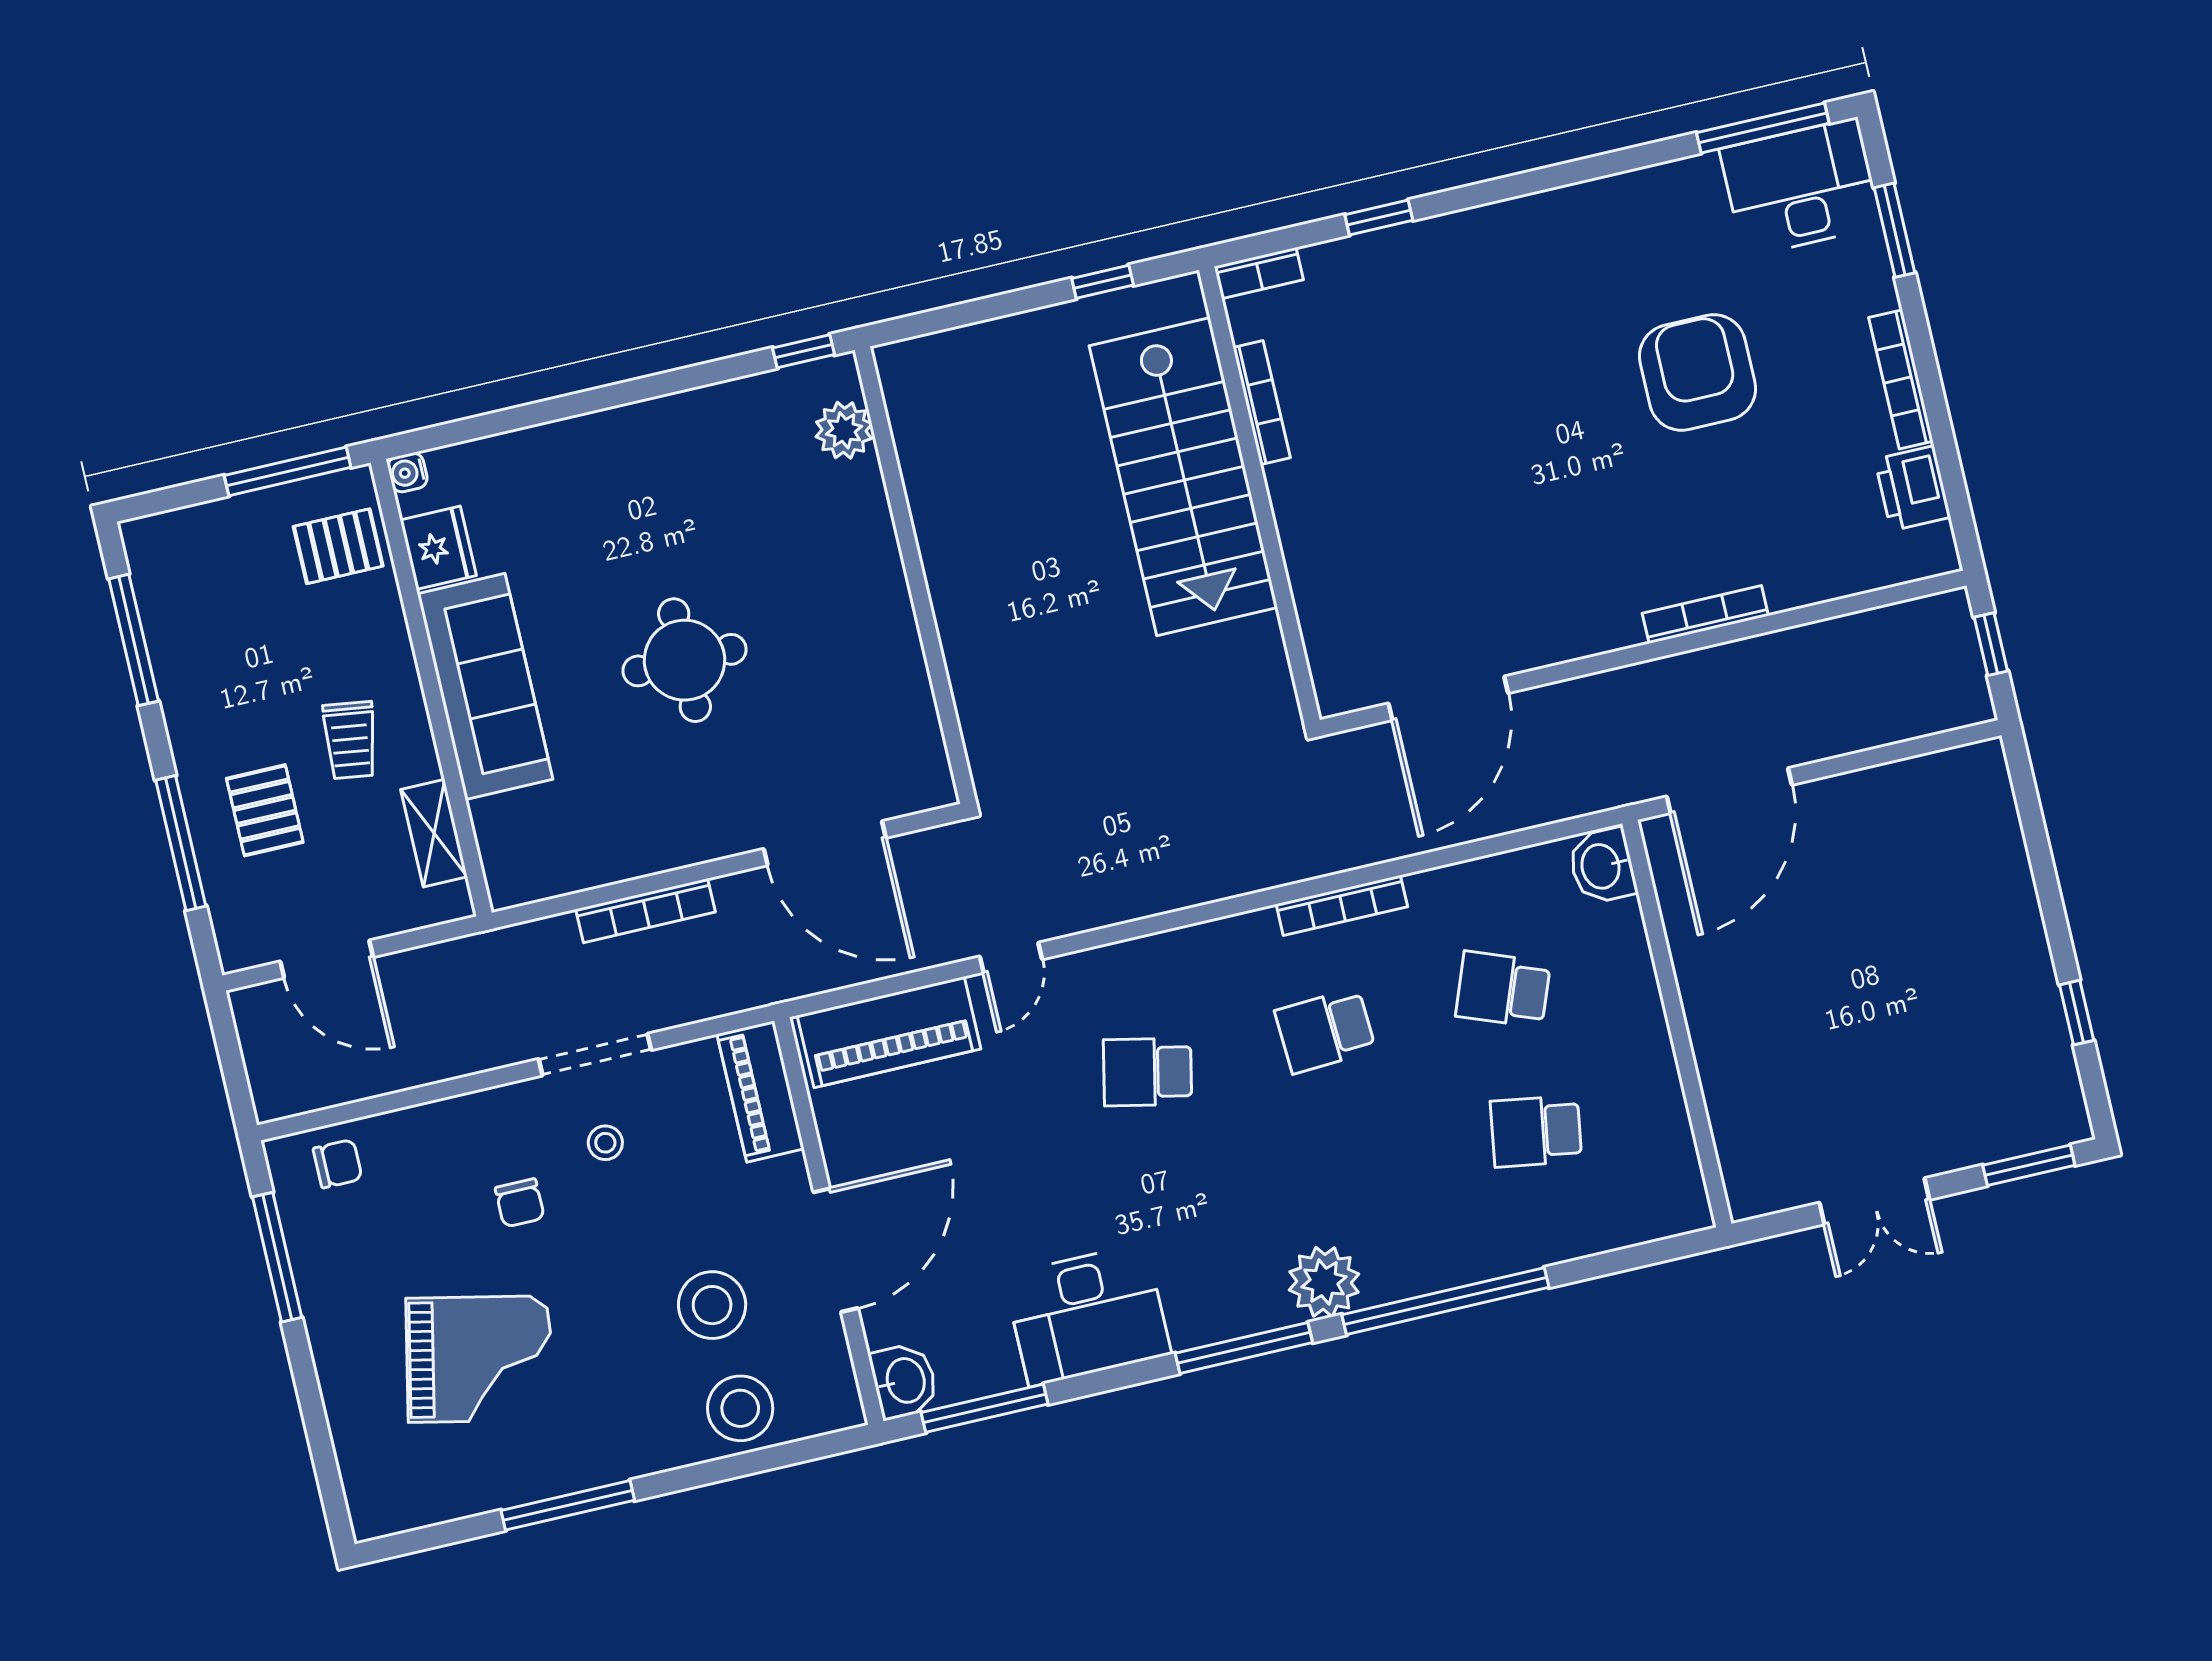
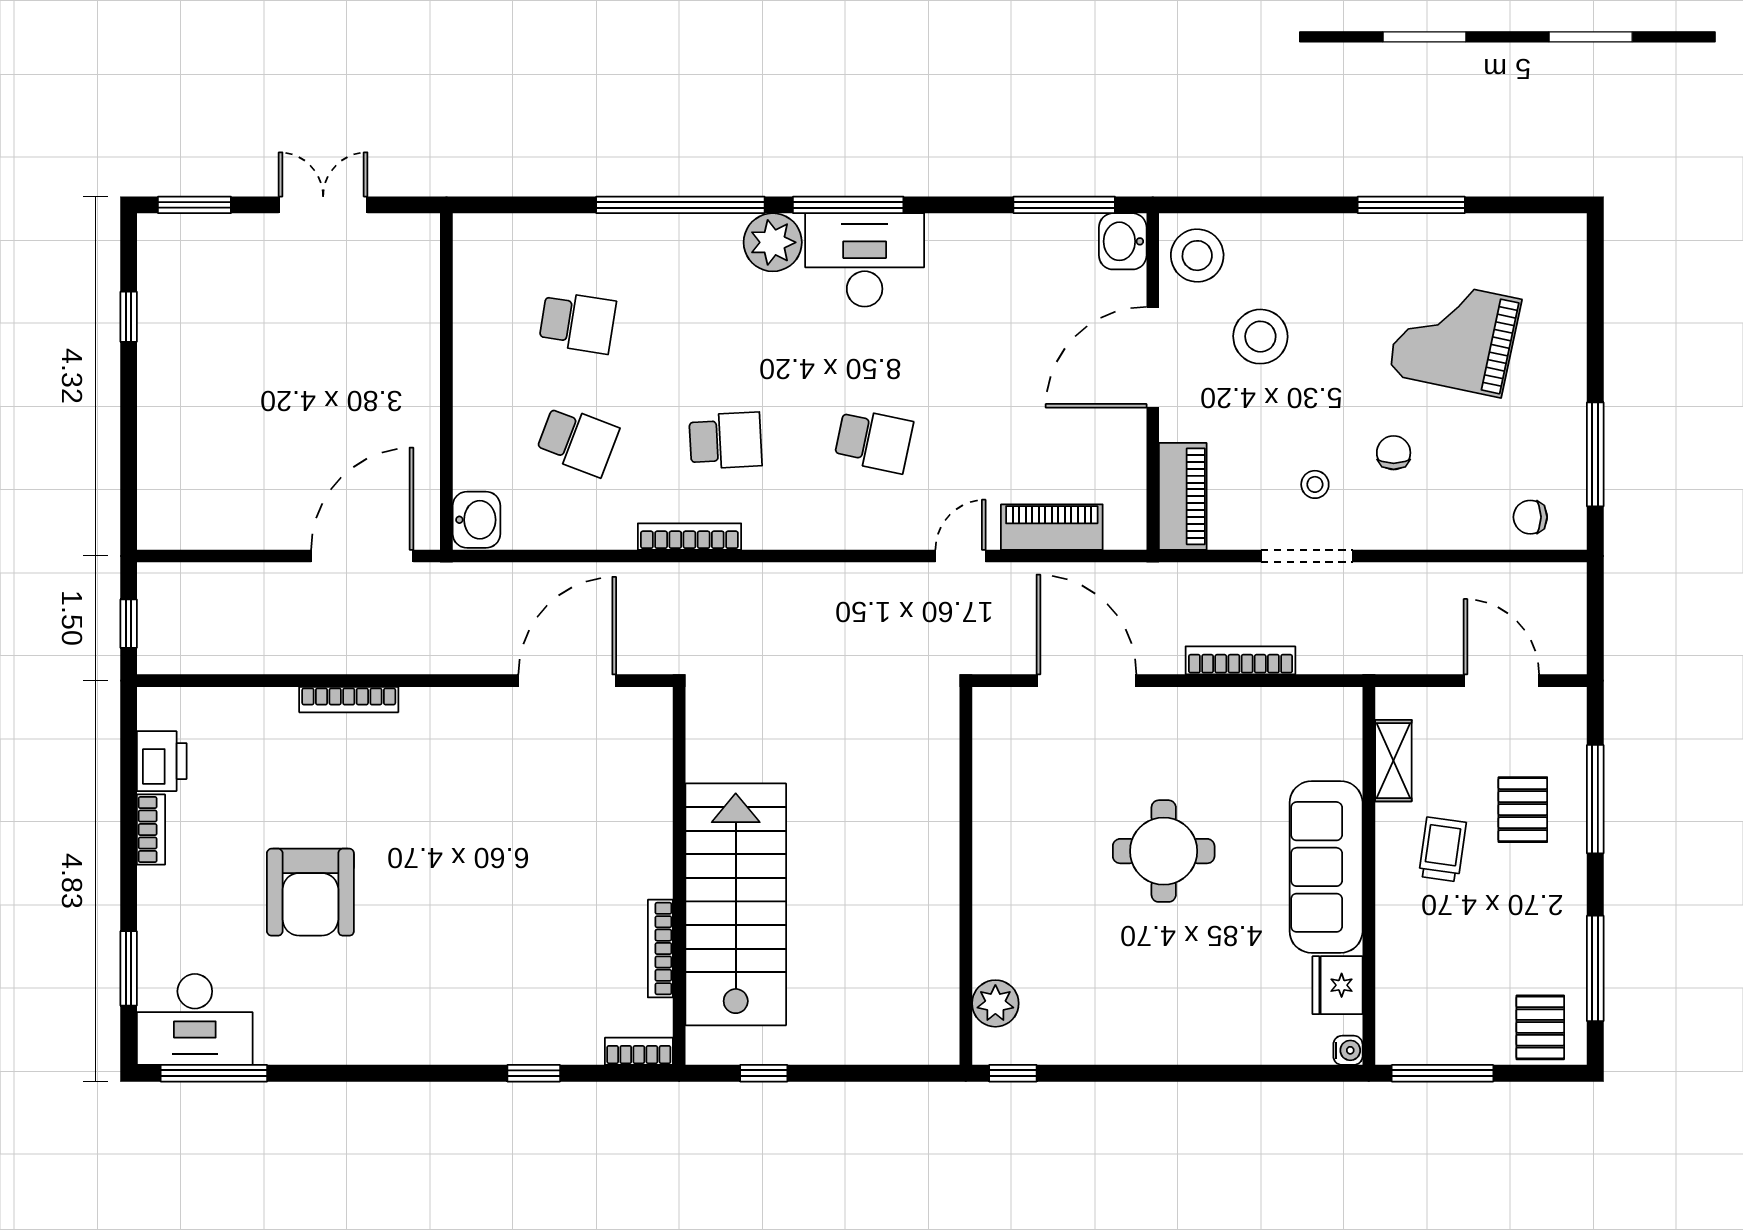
bookcase: (1901, 379) -> (151, 830), width x0.64
pallet: (338, 546) -> (1540, 1027), moved, turned 90
piano: (889, 1032) -> (1052, 527), width x0.73, depth x0.75
desk: (1087, 1315) -> (865, 260), moved
stool: (740, 1408) -> (1197, 256), moved

